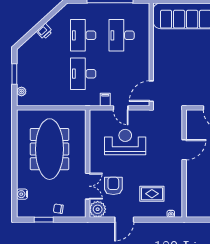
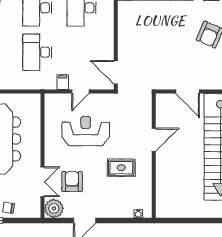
door: (151, 91) -> (116, 72), hinge flipped
door: (121, 108) -> (80, 92), hinge flipped
rug: (152, 194) -> (121, 168), moved

